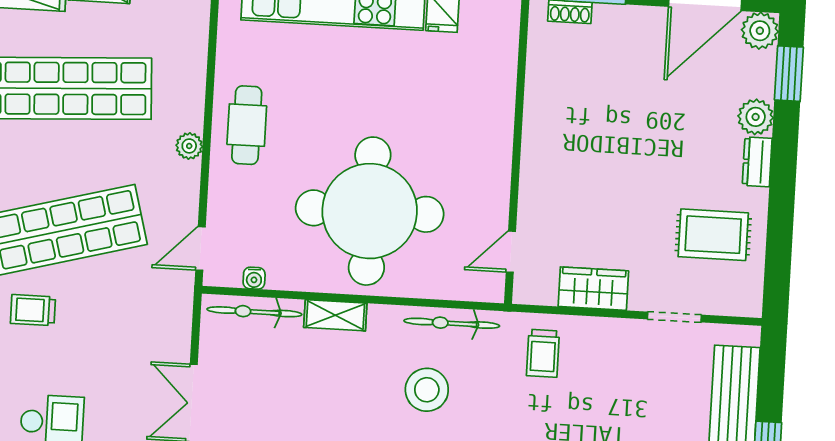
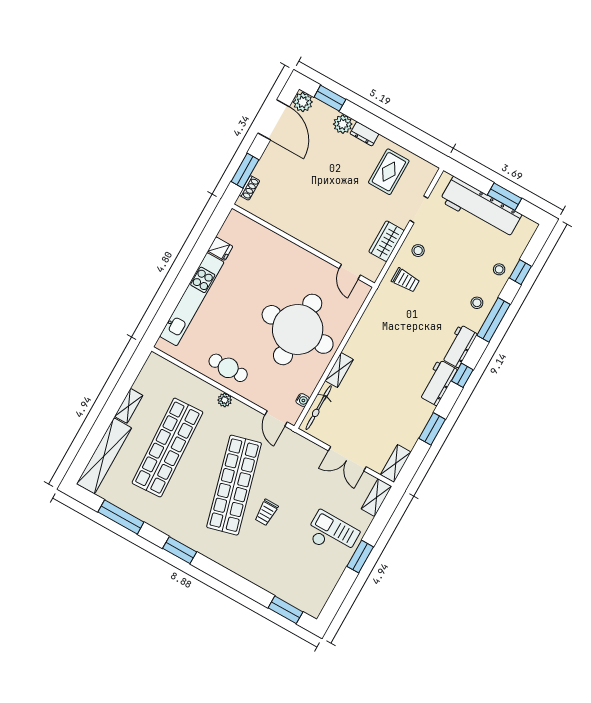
bicycle: (452, 323) -> (370, 317), removed
stool: (427, 390) -> (418, 251), moved, width x0.53, depth x0.53

